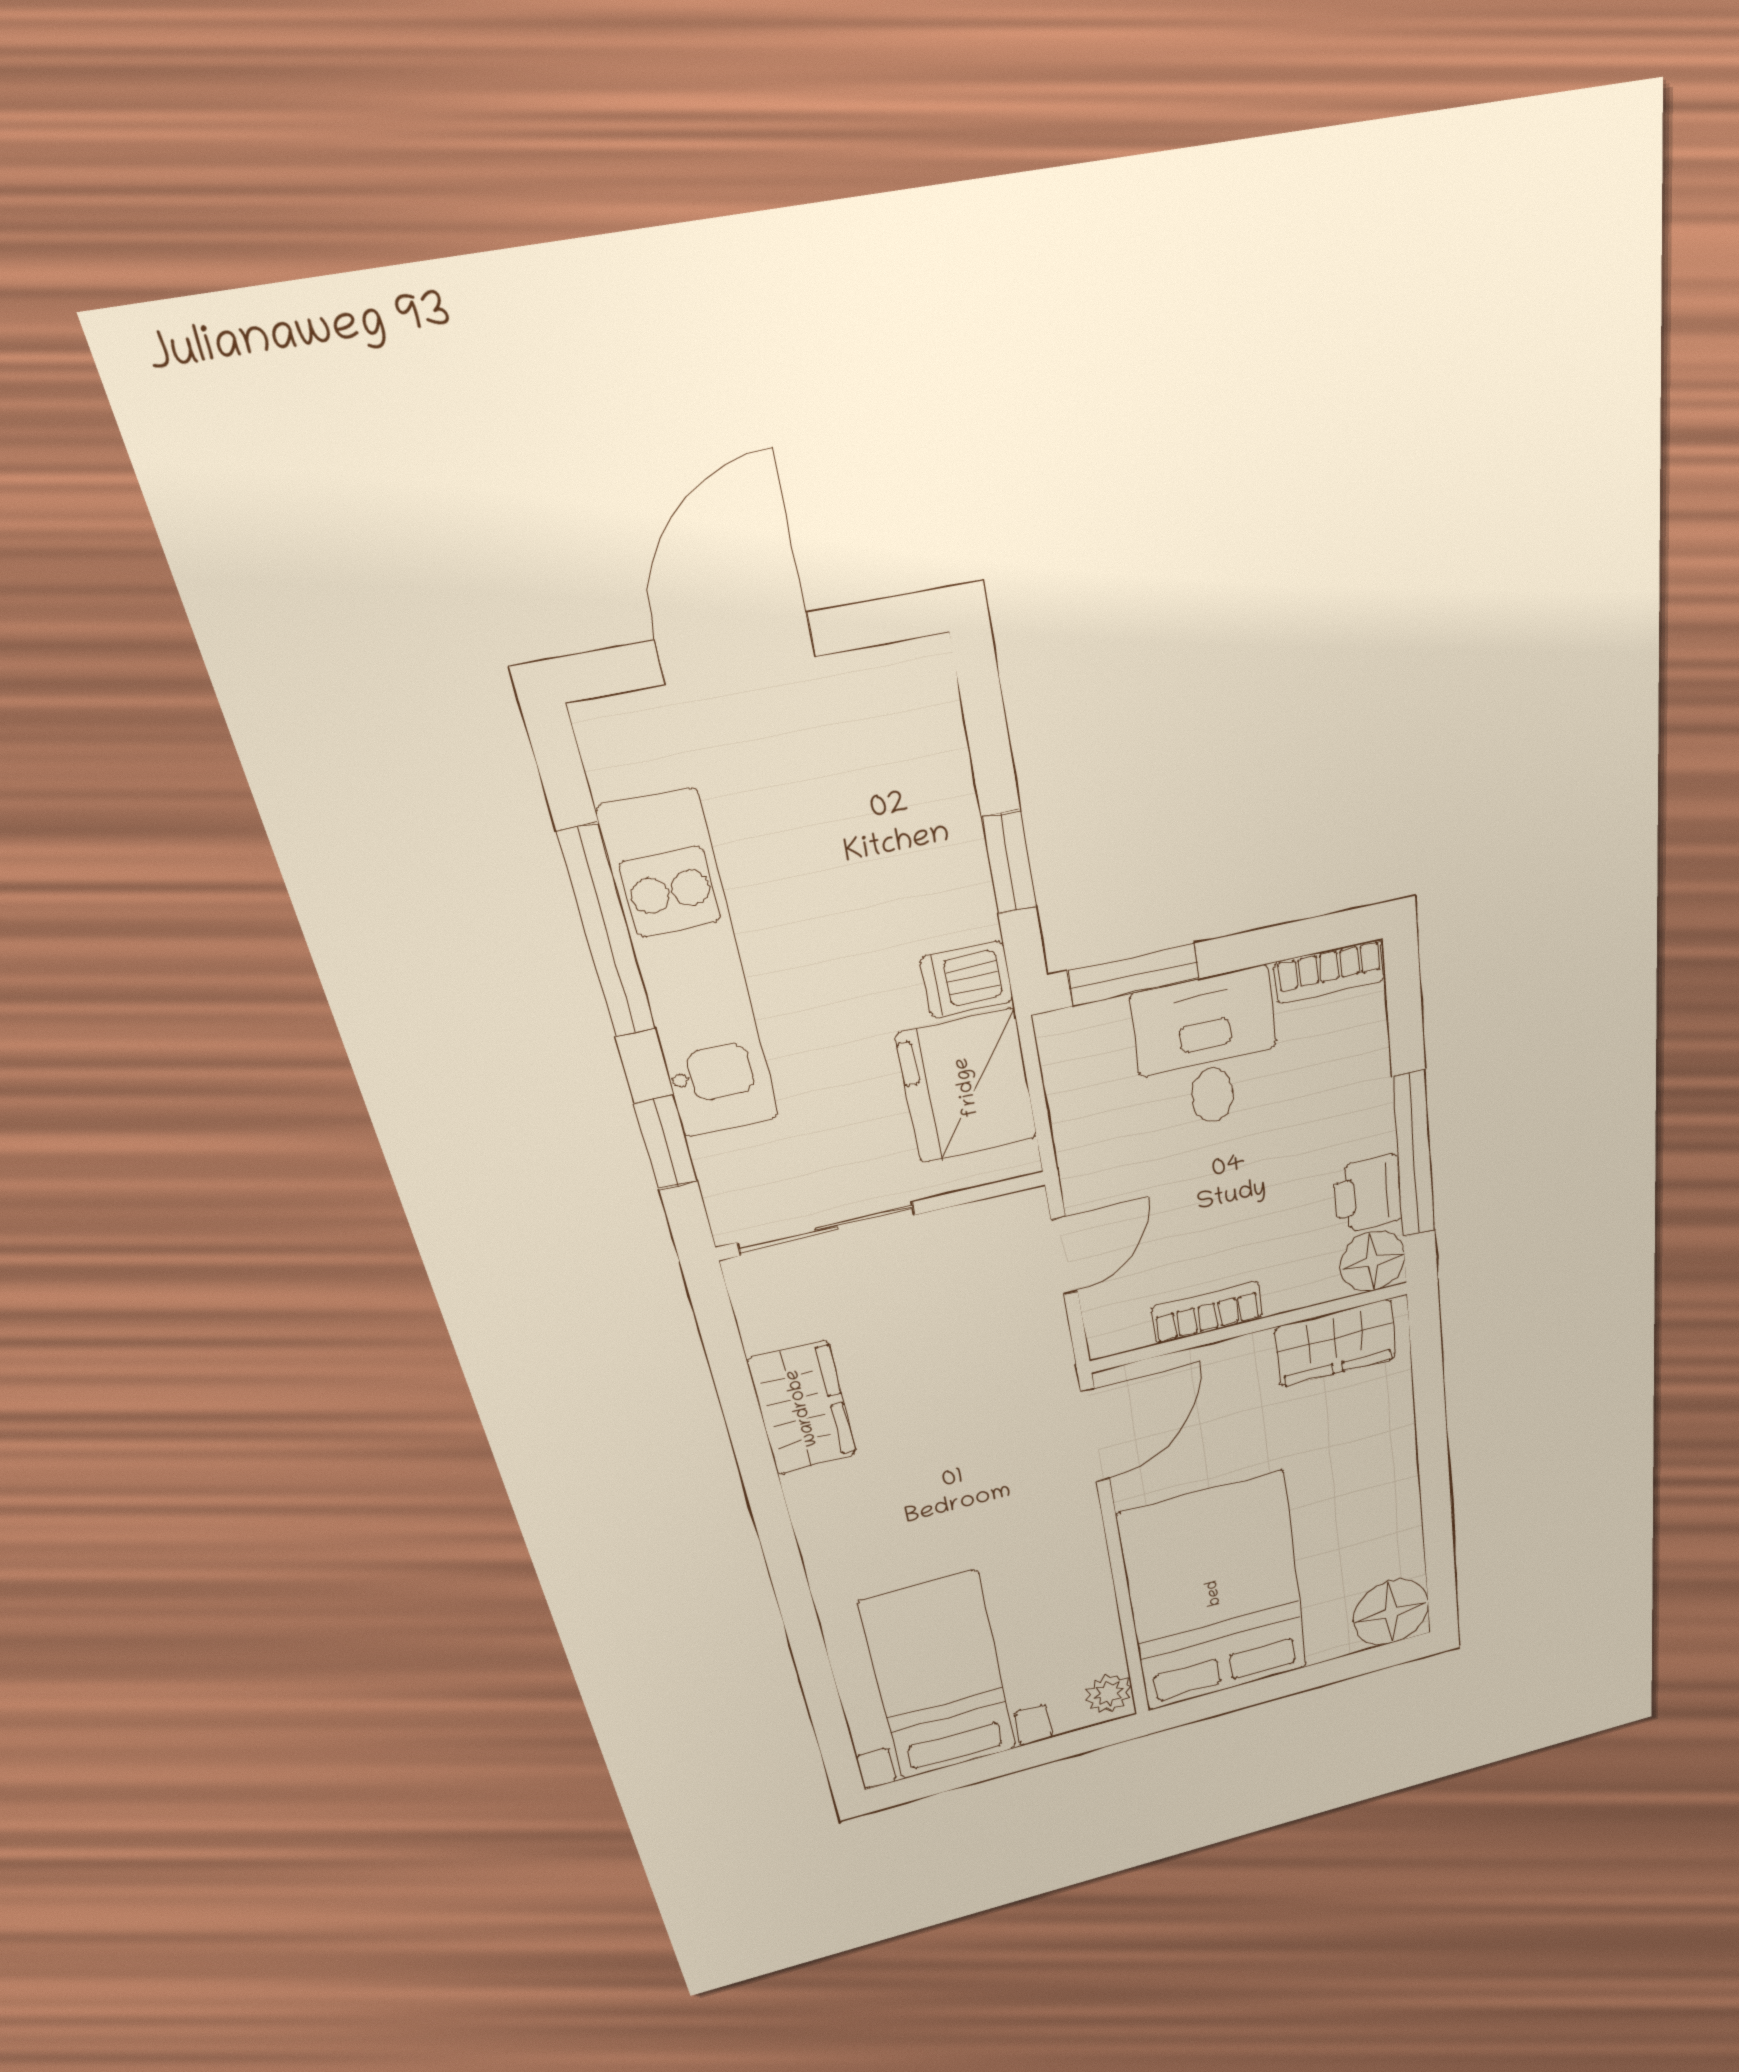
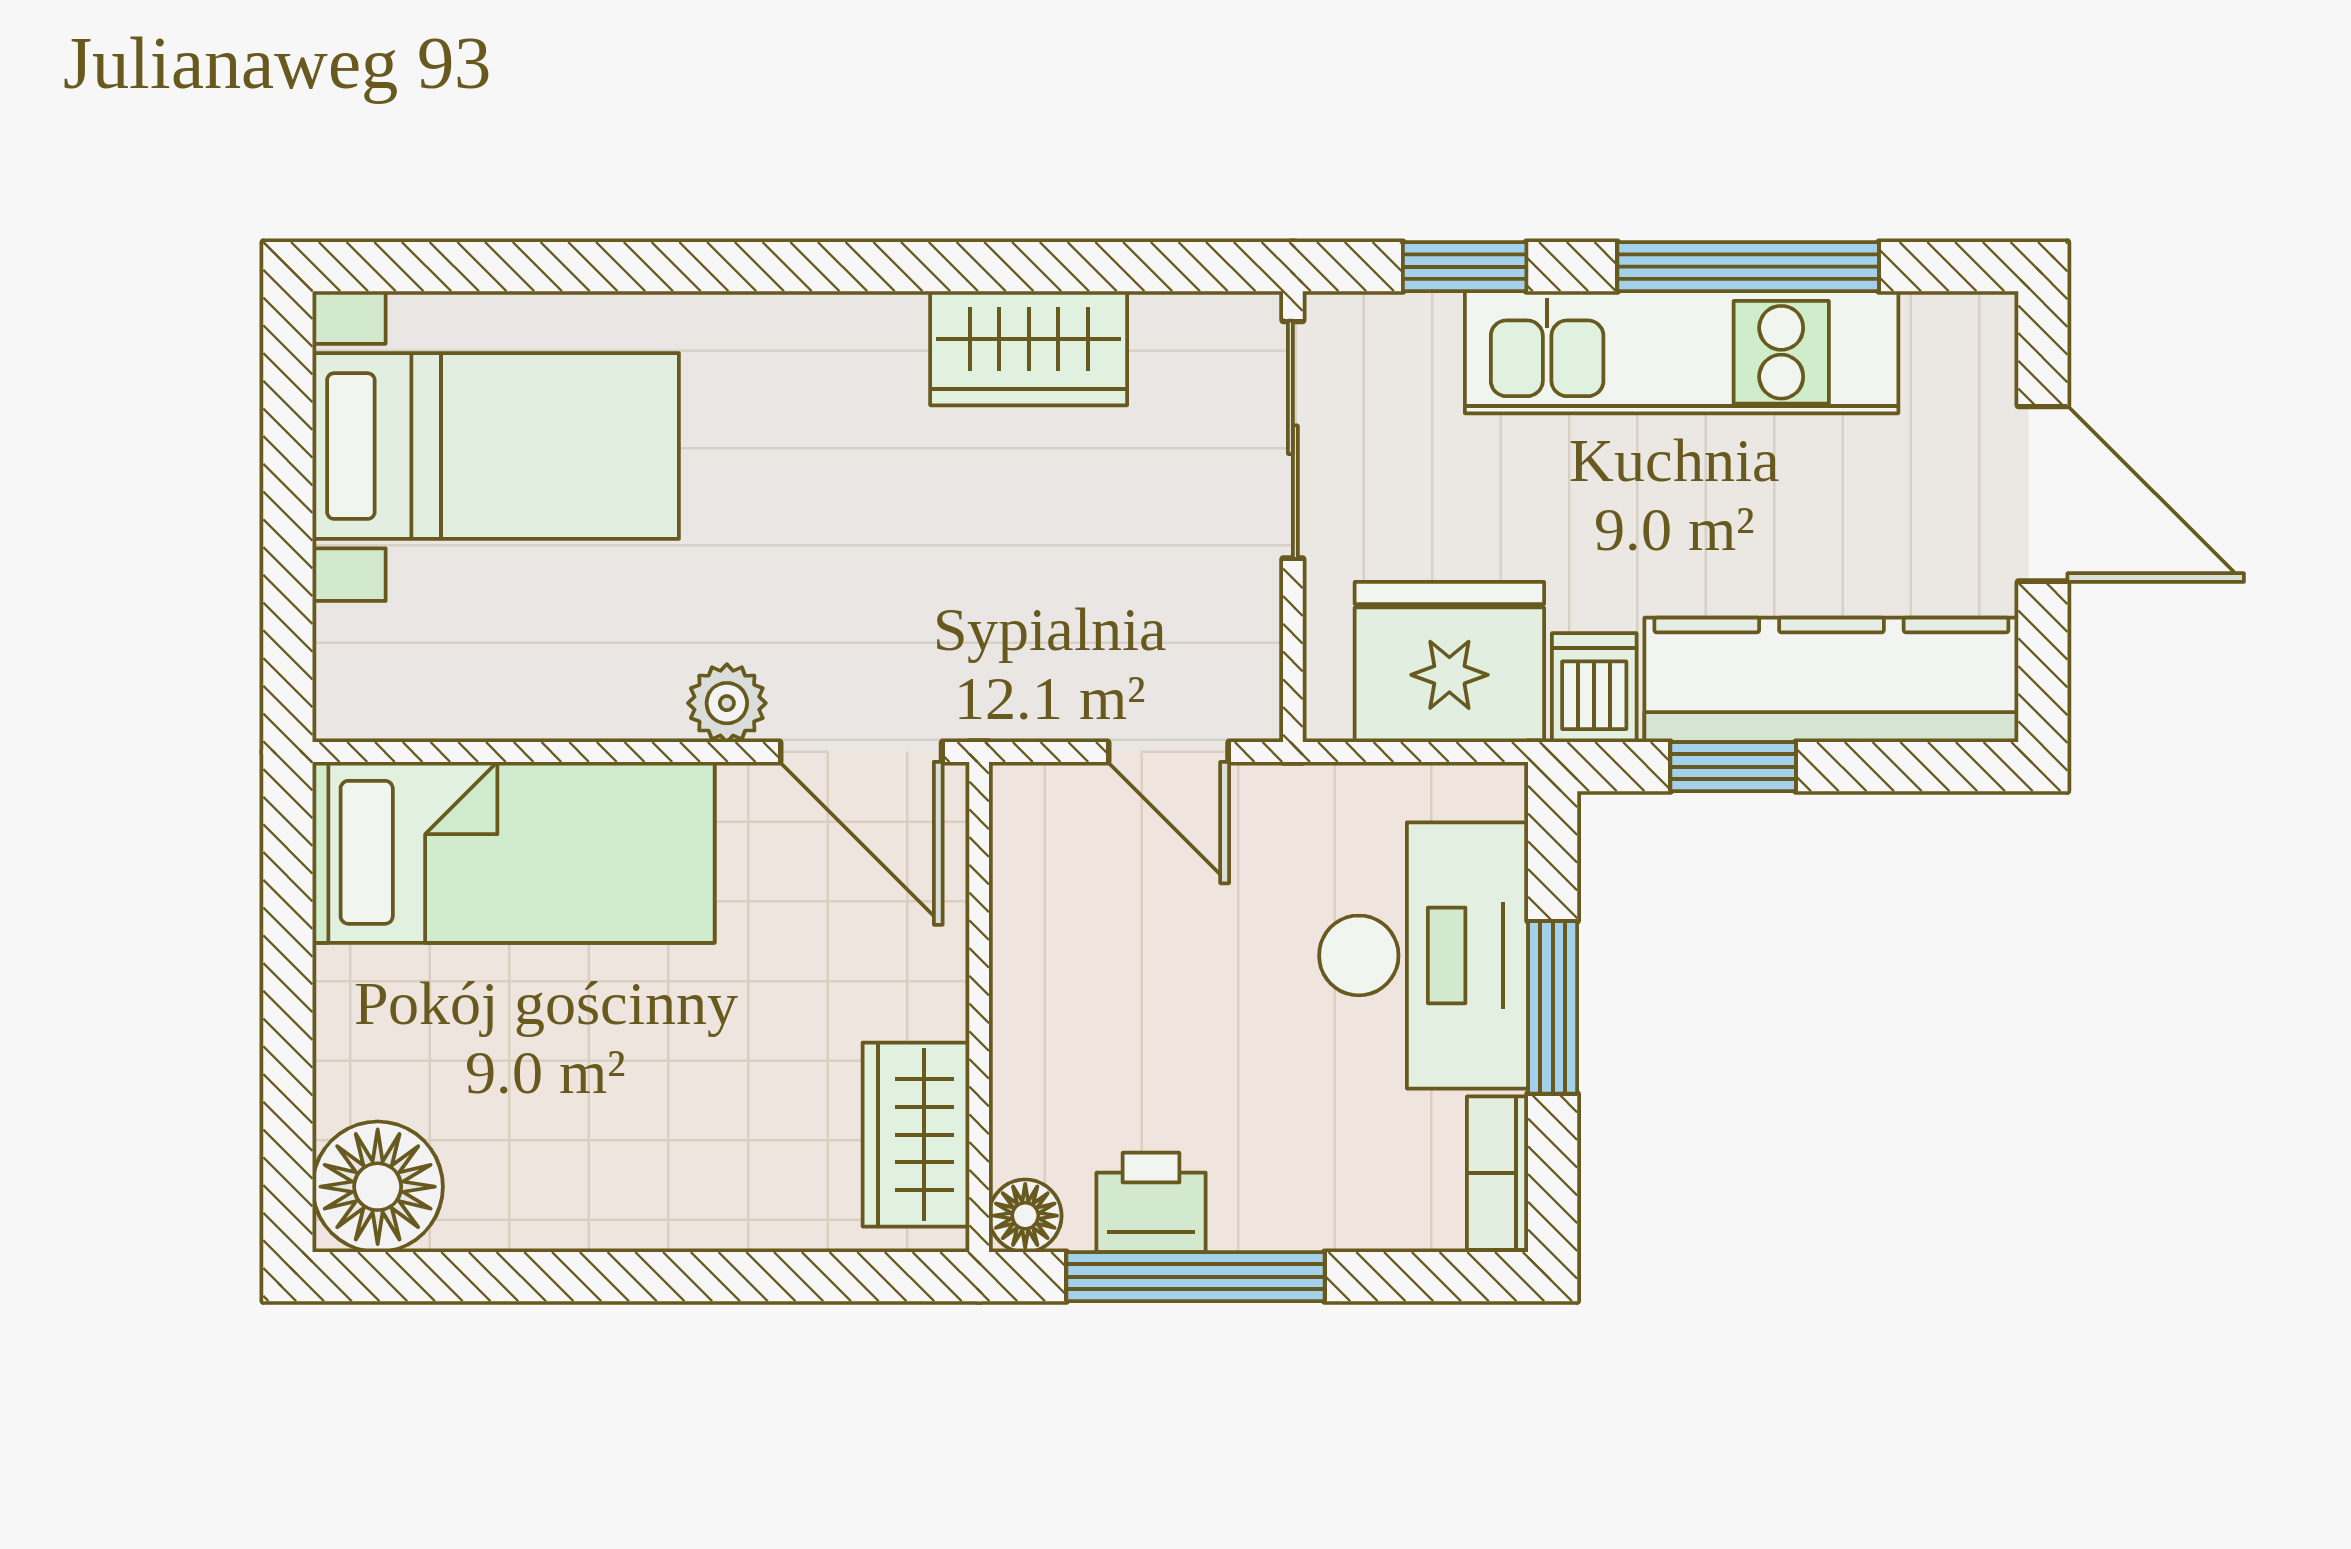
kitchen counter: (927, 798) -> (1831, 680), added
window: (1134, 975) -> (1553, 1007), moved
desk: (1207, 1051) -> (1424, 955), width x1.37
floor lamp: (1373, 1261) -> (1025, 1216), width x0.73, depth x0.73
bookcase: (1207, 1313) -> (1022, 945), removed
bed: (1214, 1593) -> (514, 852), width x0.67
plant: (1109, 1694) -> (727, 703), moved

